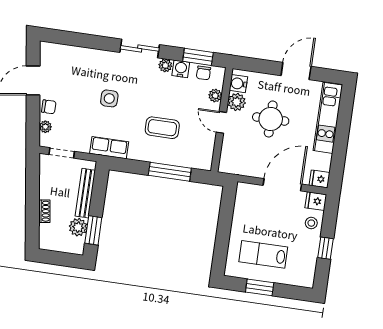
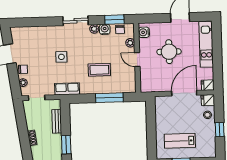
plant: (237, 102) -> (145, 44), removed
bench: (85, 193) -> (57, 121), width x0.73
plant: (78, 227) -> (56, 144), removed

